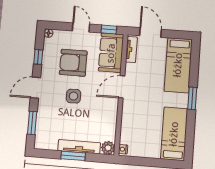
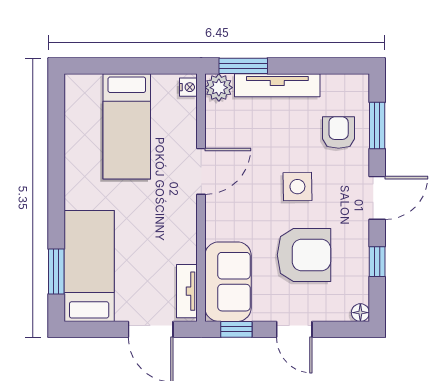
door: (122, 87) -> (201, 171), moved
window: (192, 98) -> (56, 271), moved
armchair: (51, 121) -> (339, 133), added
bed: (174, 134) -> (127, 126), moved
window: (73, 156) -> (243, 66), moved

